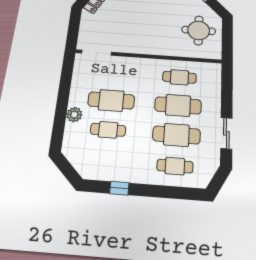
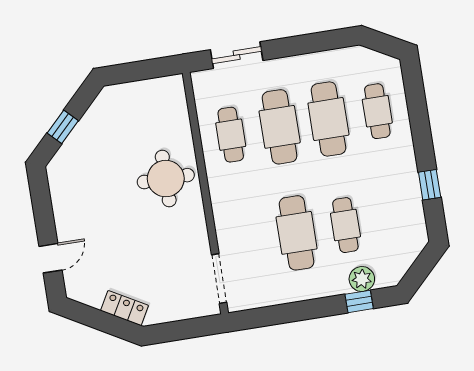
round table: (199, 30) -> (166, 179), moved
plant: (74, 115) -> (362, 279), moved
window: (59, 127) -> (359, 301), added
sliding door: (226, 133) -> (237, 55), moved

